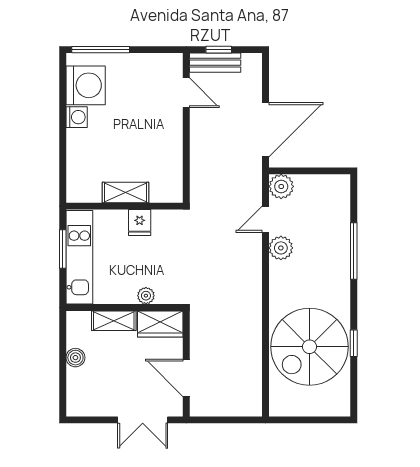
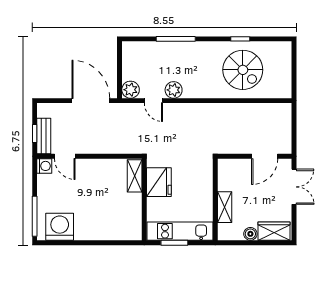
door: (186, 93) -> (65, 156), swing flipped
washing machine: (77, 117) -> (44, 166), moved, turned 90
shelving: (126, 192) -> (135, 176), moved
fridge: (140, 222) -> (159, 182), width x1.88, depth x1.34
plant: (146, 296) -> (207, 184), removed
wardrobe: (160, 324) -> (274, 231), moved, turned -90
spiral stairs: (309, 347) -> (243, 70), width x0.73, depth x0.73

